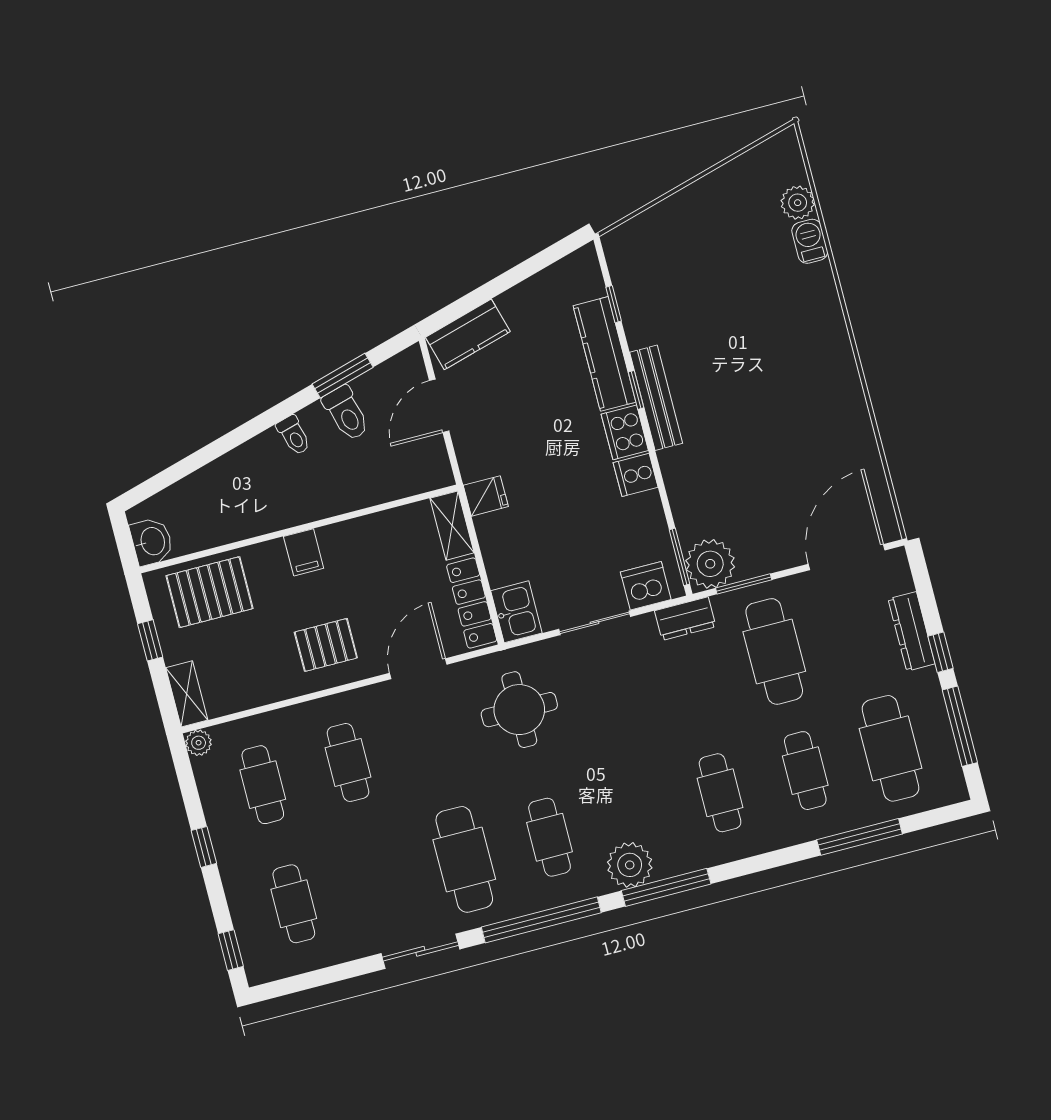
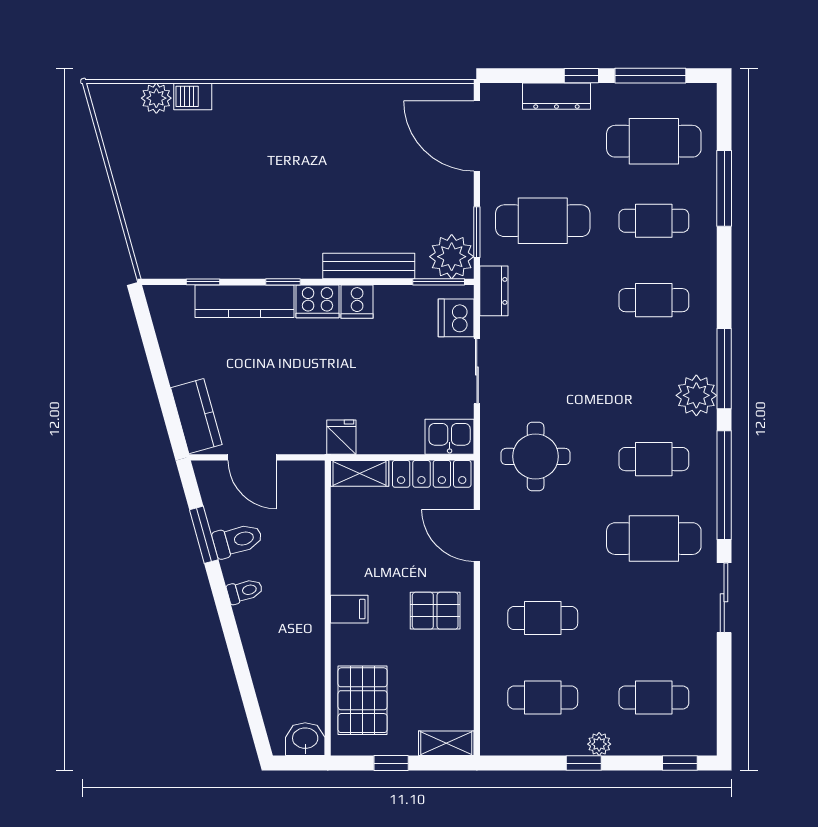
bench: (656, 398) -> (369, 266), moved
pallet: (326, 645) -> (435, 611), turned 90
plant: (199, 743) -> (599, 744), moved

